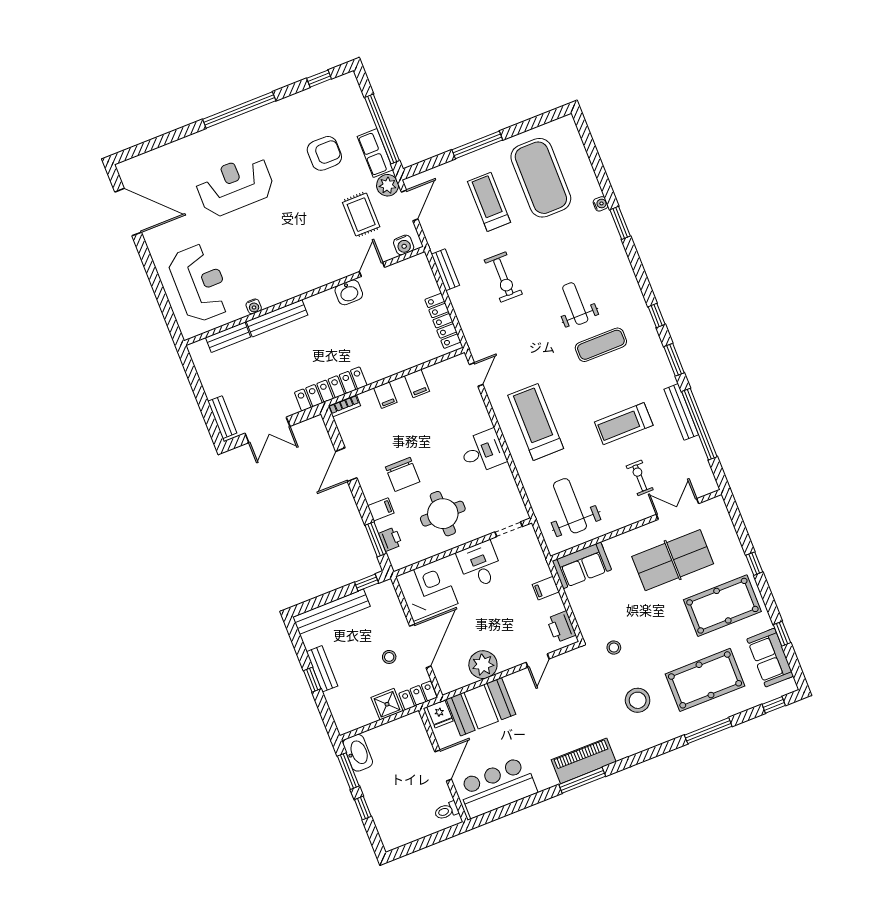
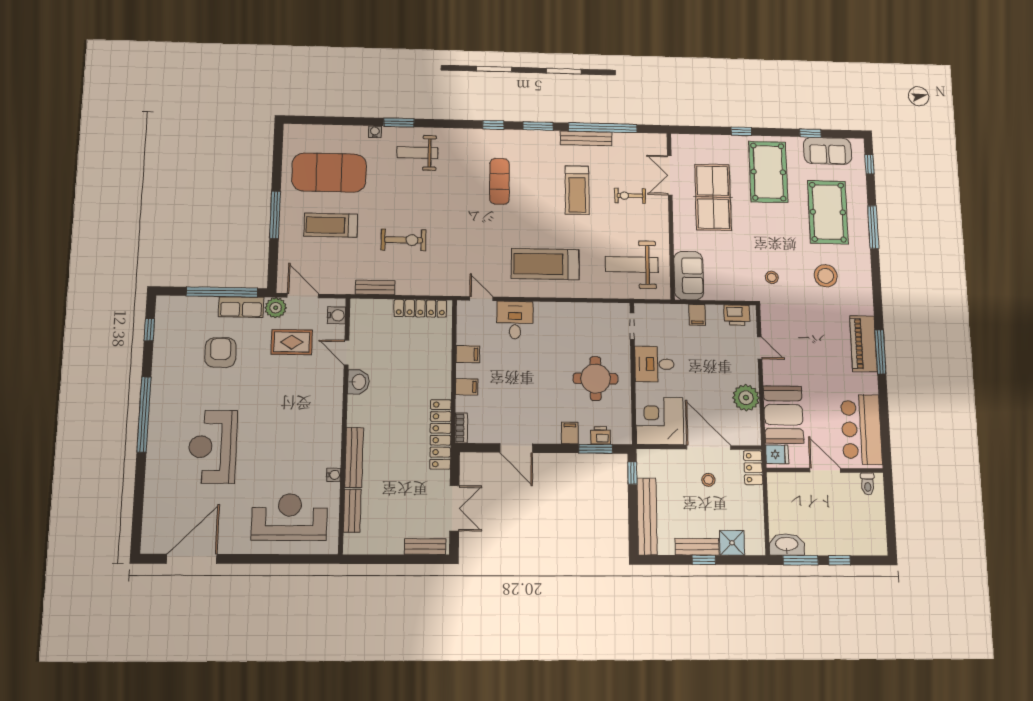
weight bench: (575, 304) -> (417, 153), moved
desk: (483, 452) -> (515, 320), moved
chair: (403, 474) -> (546, 400), removed
shower: (387, 704) -> (732, 543), moved

